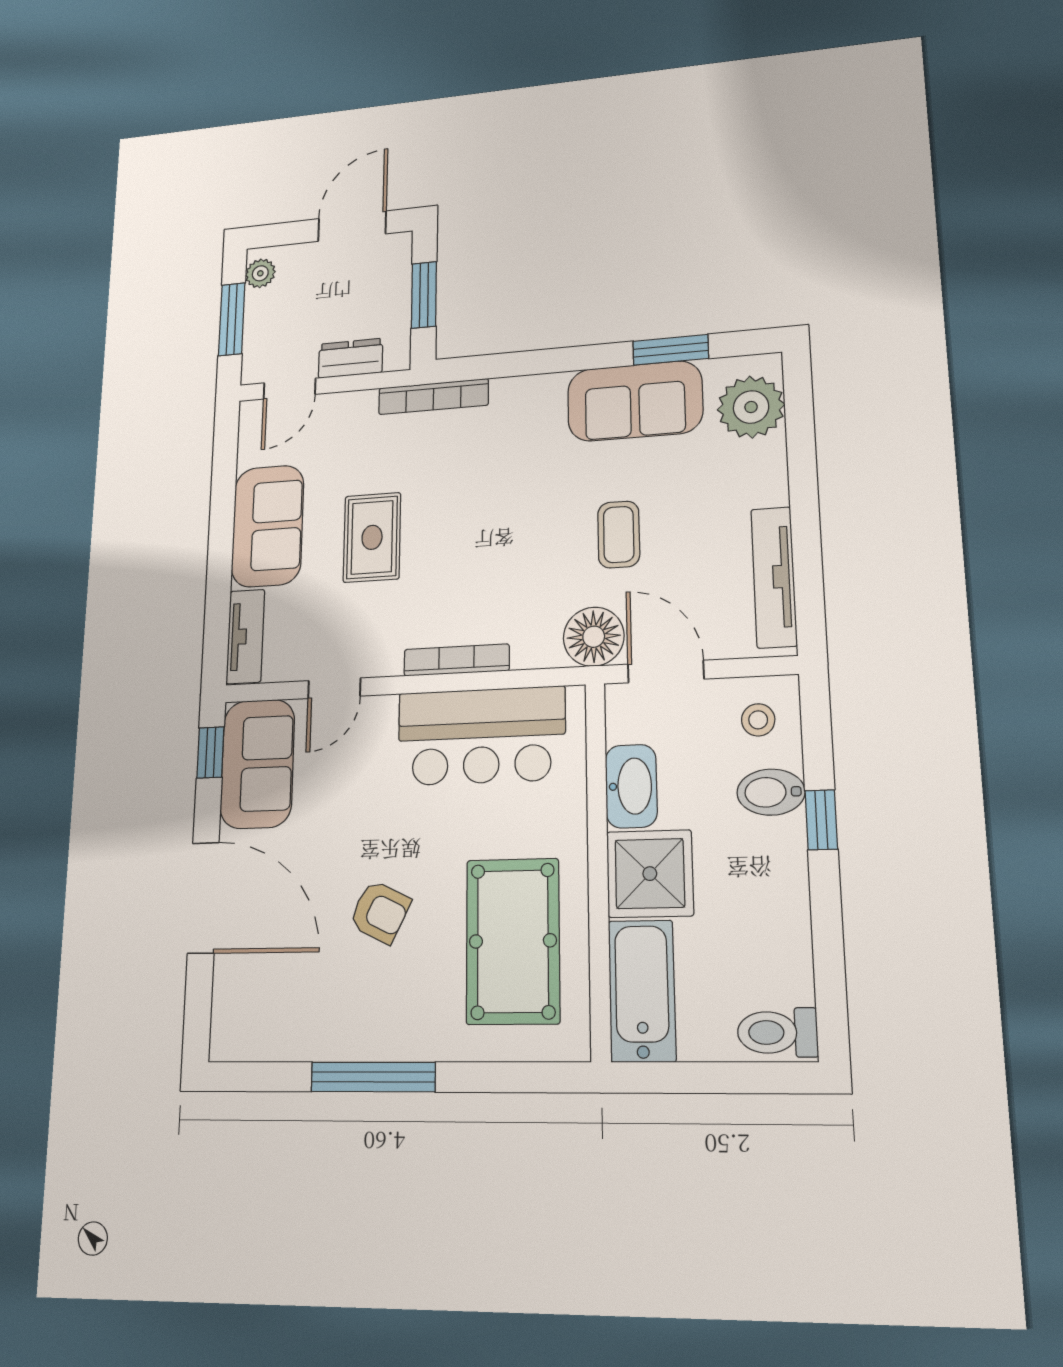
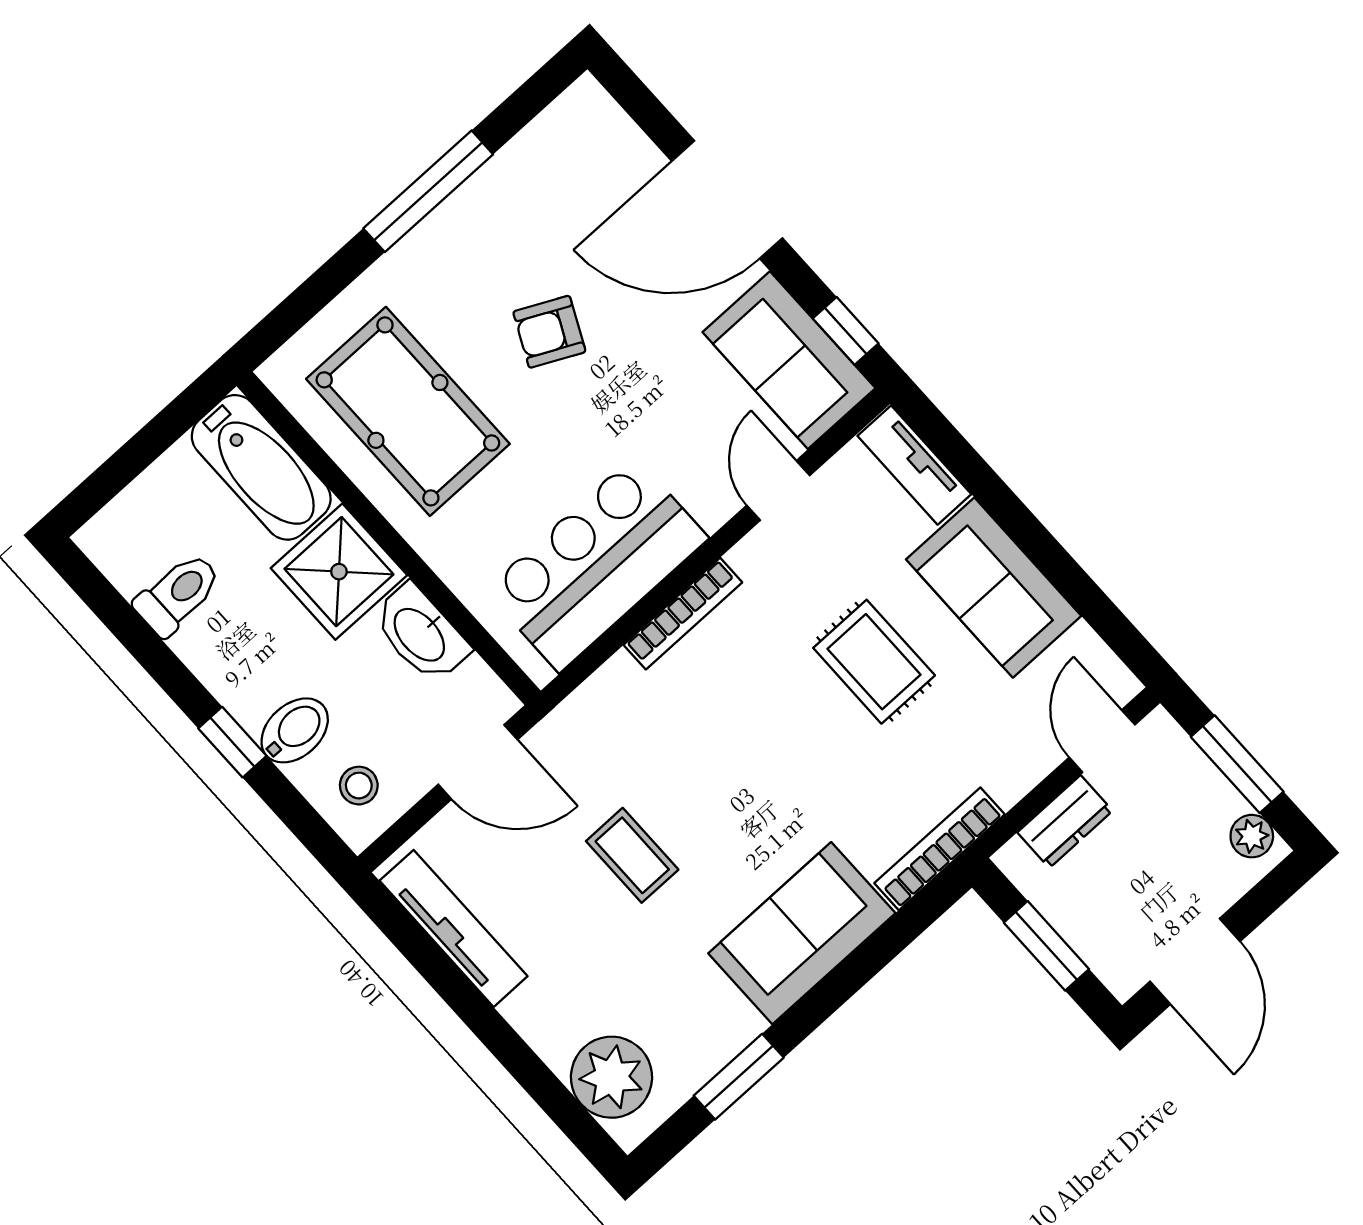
sofa: (635, 401) -> (802, 933), moved
floor lamp: (594, 637) -> (572, 740), removed
toilet: (777, 1032) -> (178, 594), moved

